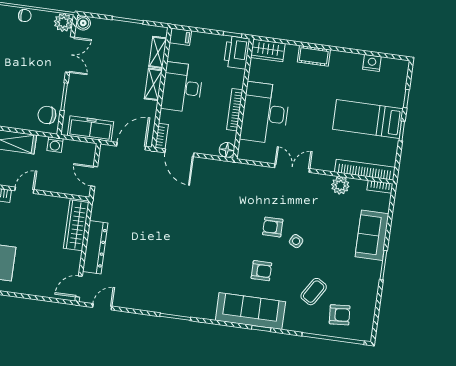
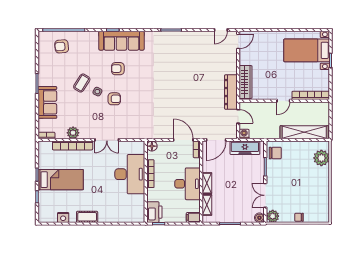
wardrobe: (268, 50) -> (134, 216), removed
cot: (314, 56) -> (87, 217), moved
washing machine: (55, 145) -> (244, 134), moved
bookcase: (365, 170) -> (73, 145), moved
dresser: (95, 247) -> (231, 92), moved
coffee table: (314, 292) -> (82, 83), moved

